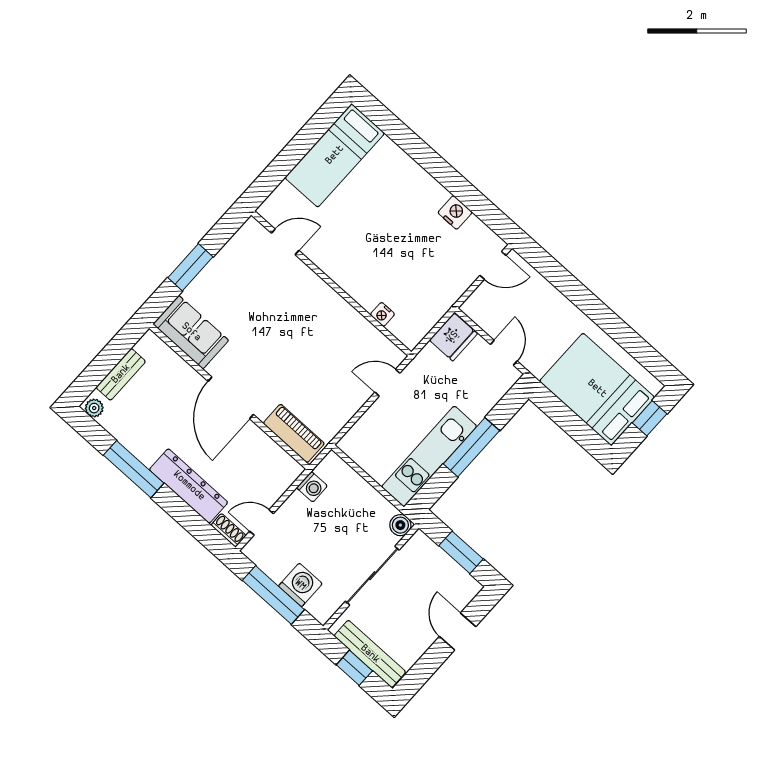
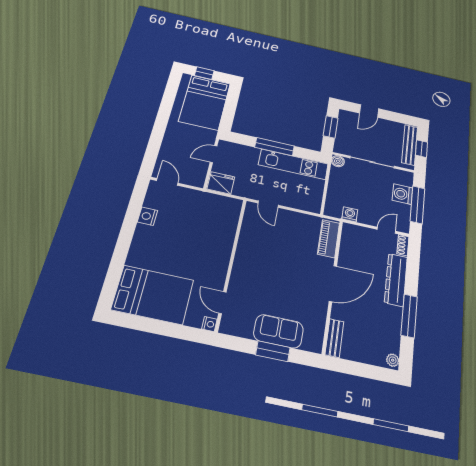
bed: (335, 155) -> (153, 295), width x1.50
nightstand: (382, 314) -> (209, 324), moved
sofa: (191, 332) -> (278, 331), moved, turned 90
bench: (121, 374) -> (334, 338), moved, turned 90
door: (262, 522) -> (386, 230), swing flipped

